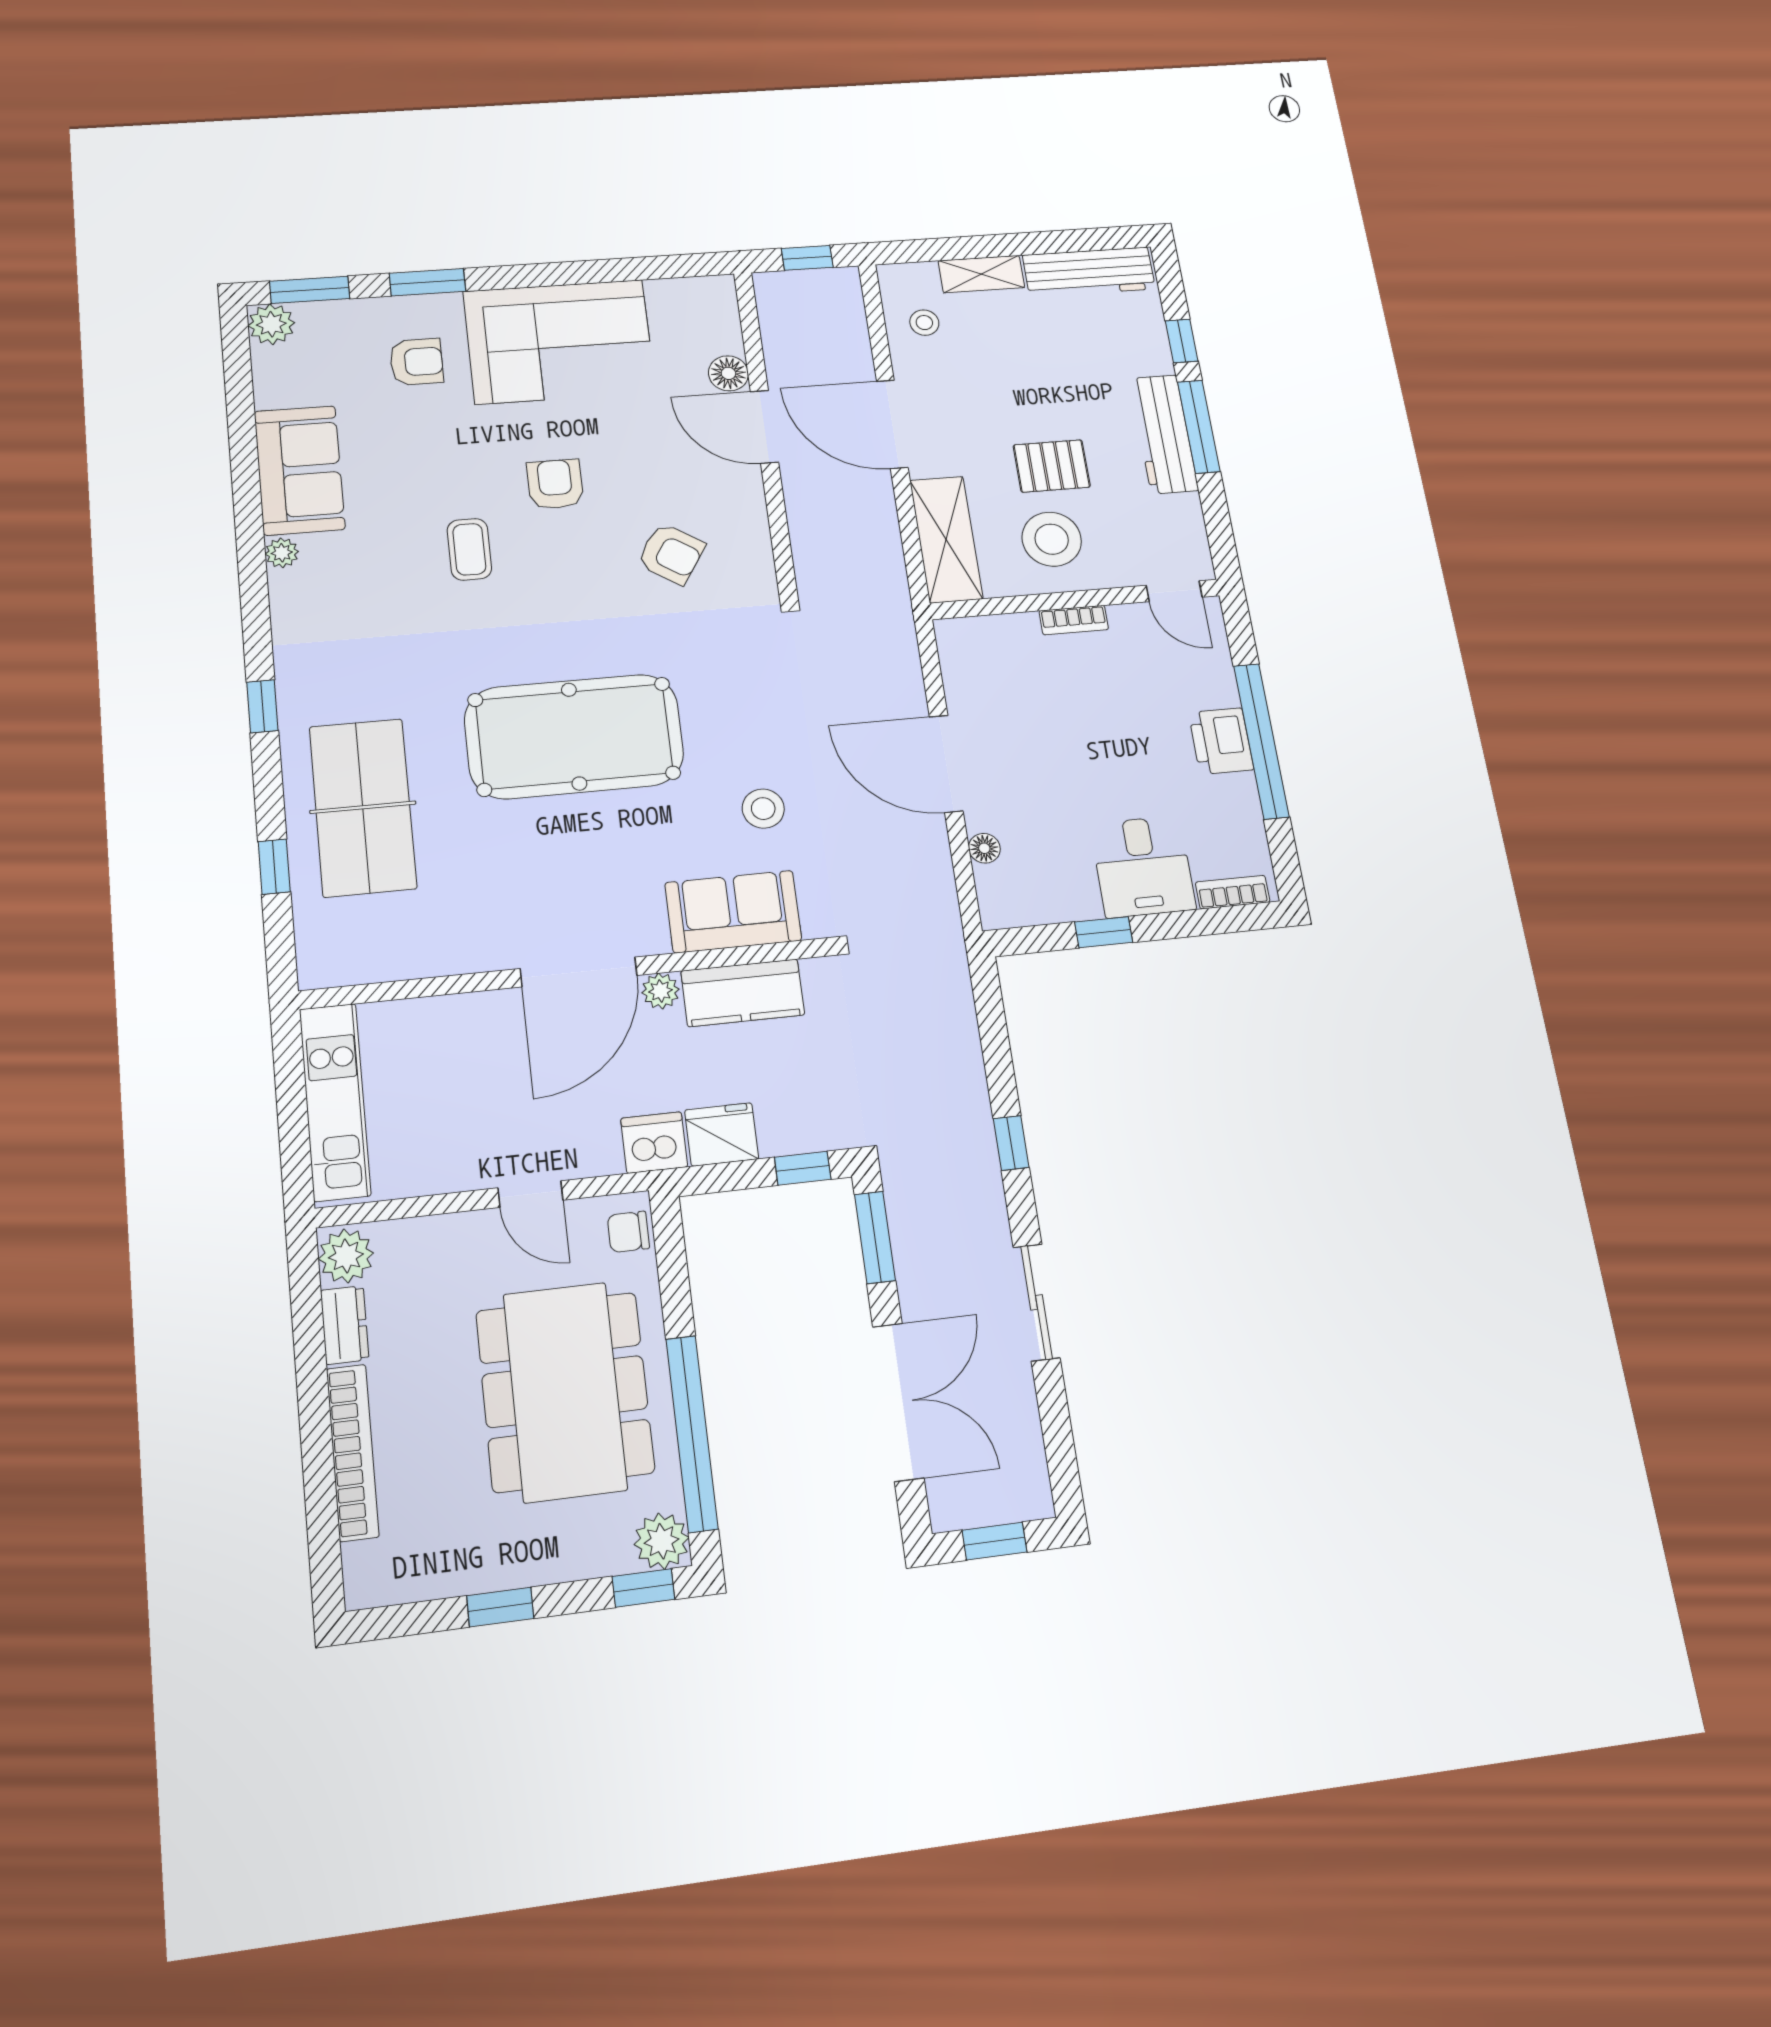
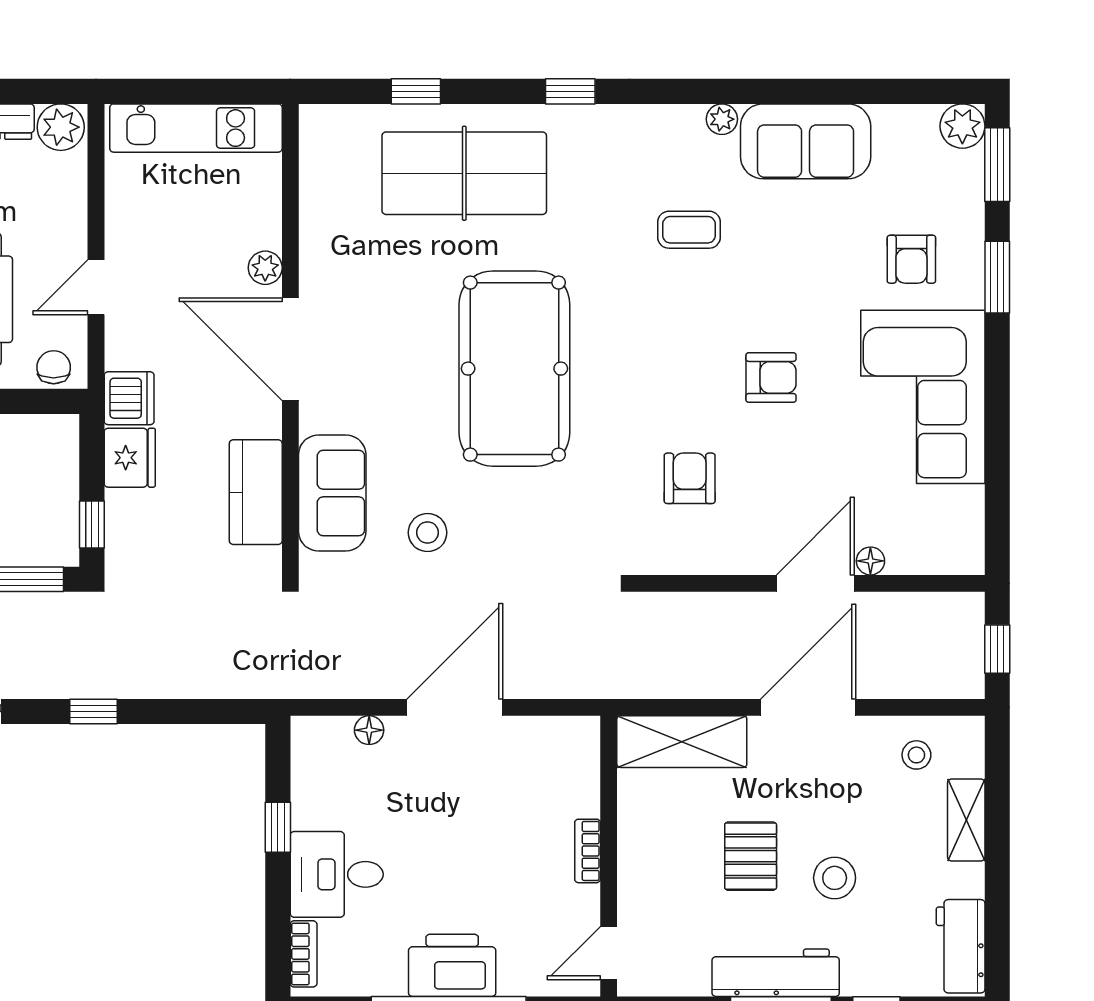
workbench: (1089, 272) -> (961, 946), width x0.73
floor lamp: (728, 373) -> (870, 561), width x0.73, depth x0.73
stool: (1052, 539) -> (835, 878), moved, width x0.73, depth x0.73
coffee table: (469, 549) -> (689, 230), moved
armchair: (671, 554) -> (690, 478), turned 147
printer: (1221, 741) -> (452, 965), width x1.37, depth x1.19
plant: (661, 991) -> (265, 268), moved

